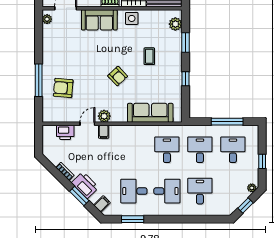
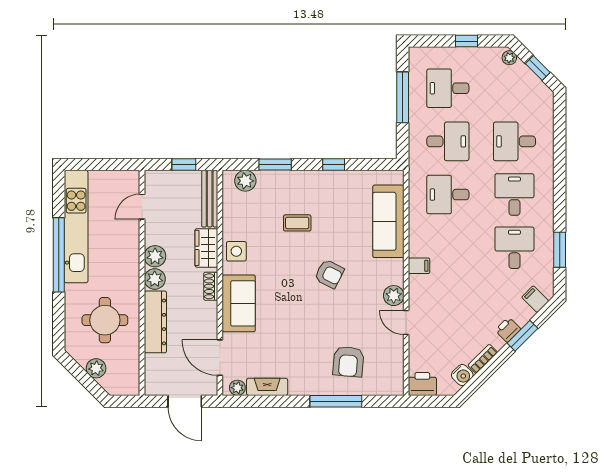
fireplace: (48, 38) -> (267, 387), added
armchair: (118, 76) -> (329, 274), turned 70
printer: (65, 132) -> (422, 384), moved, turned -90
filing cabinet: (104, 132) -> (419, 266), moved
desk: (200, 150) -> (448, 141), turned 180
water cooler: (55, 159) -> (462, 375), added
printer: (85, 185) -> (508, 330), width x0.53, depth x0.68
desk: (134, 191) -> (514, 248), turned 180

